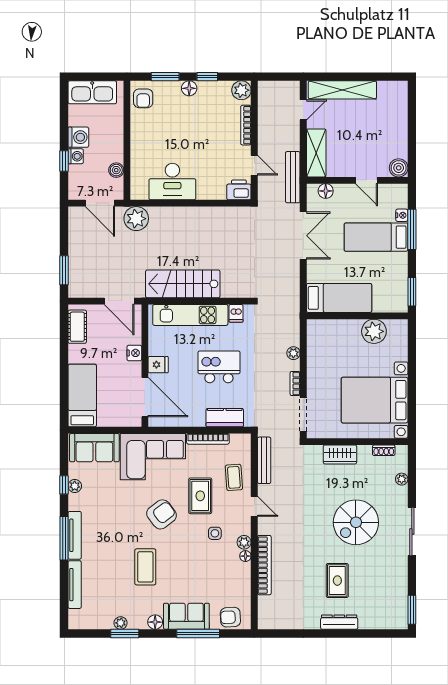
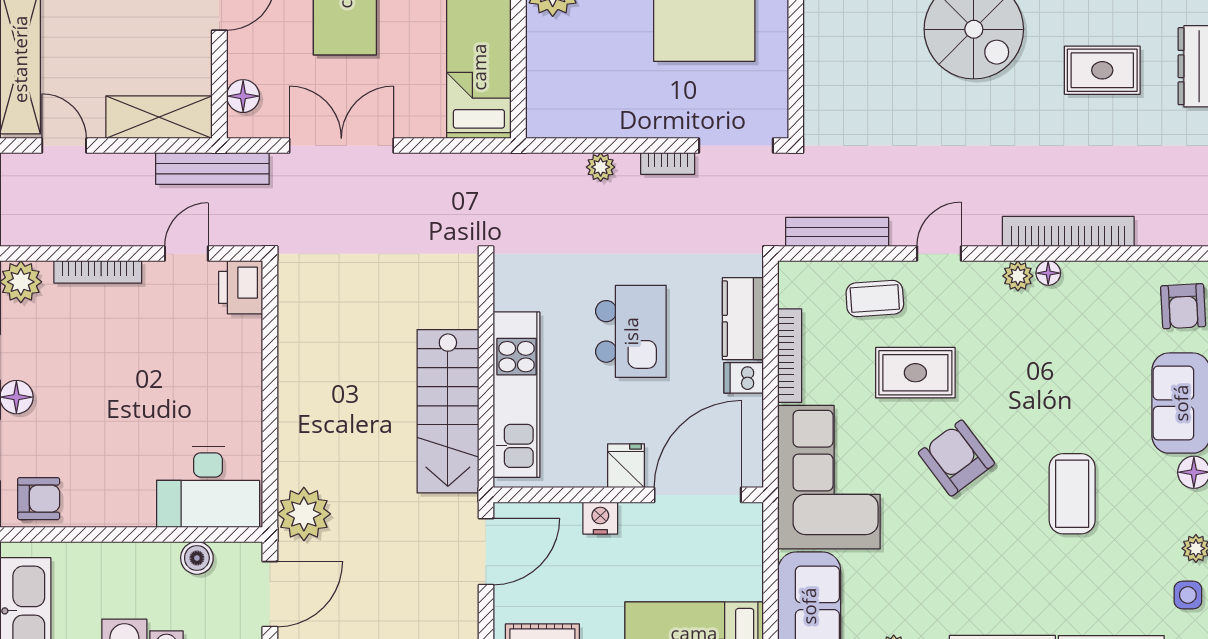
desk: (172, 182) -> (208, 487), moved, turned 90
dishwasher: (236, 313) -> (744, 378), moved, turned 180
kitchen island: (219, 367) -> (631, 331), turned 180
wardrobe: (340, 454) -> (824, 64), removed
side table: (215, 533) -> (1188, 595), moved
coffee table: (145, 567) -> (1072, 494), turned 90

